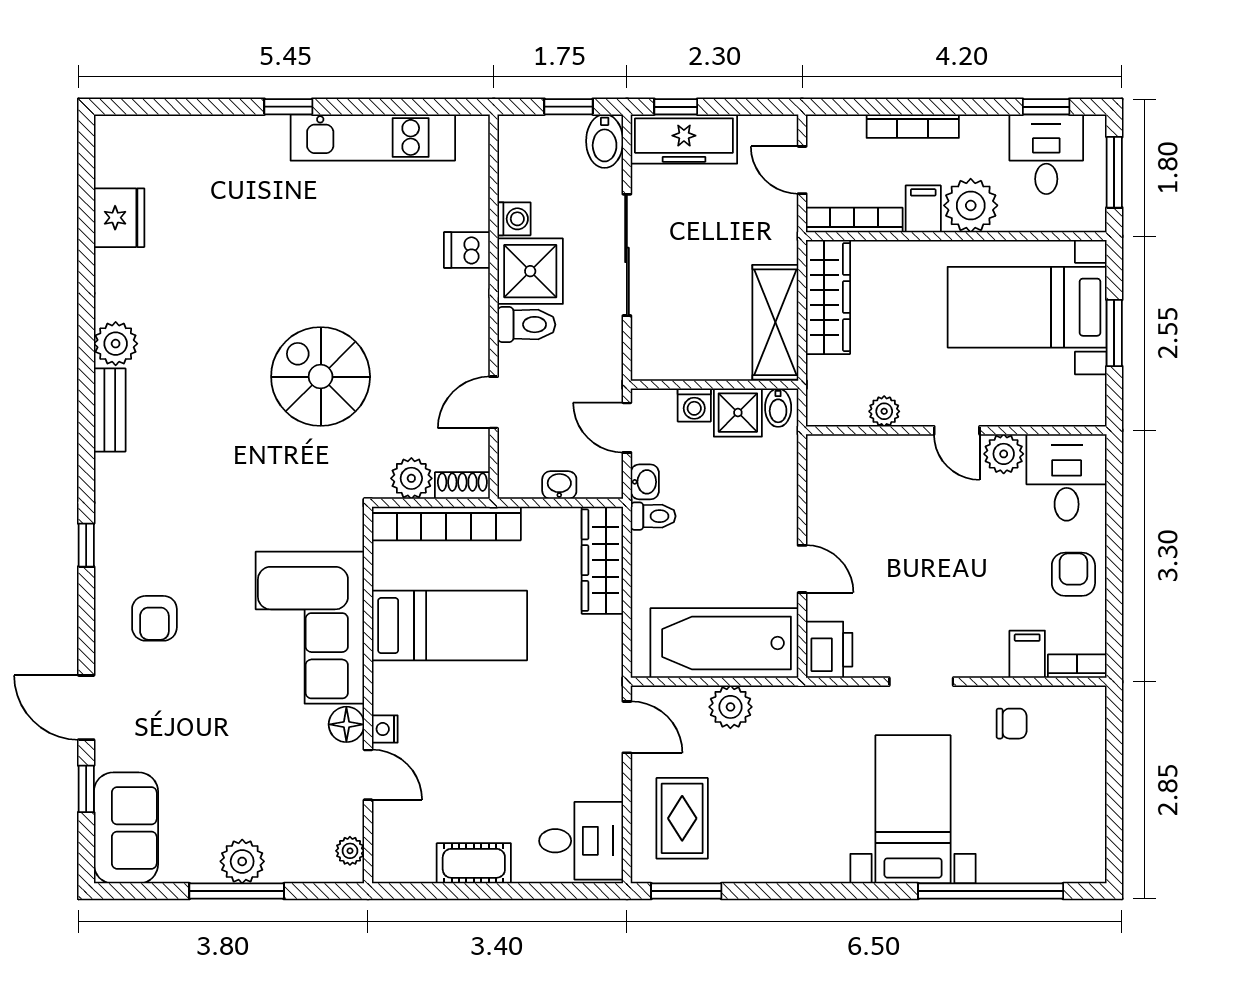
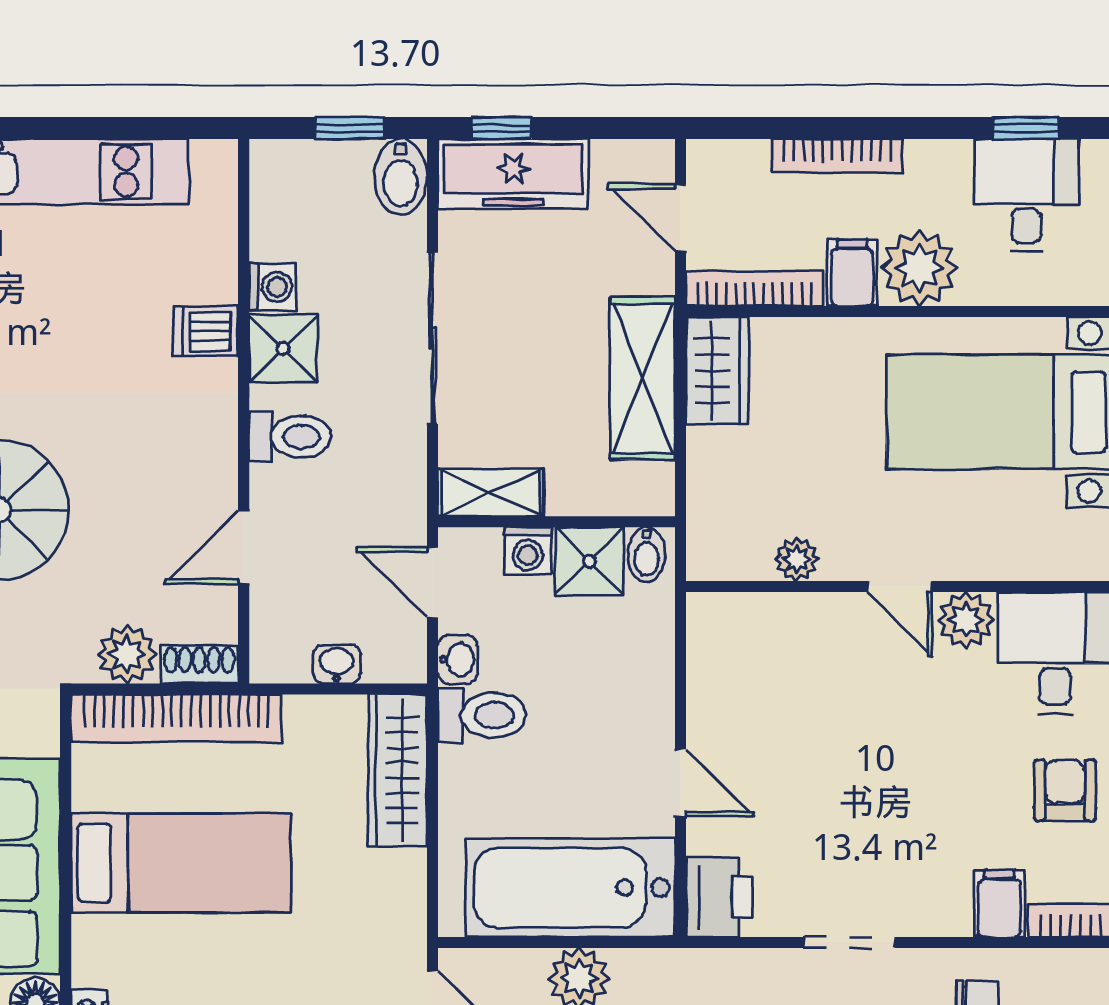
shower: (530, 271) -> (283, 349), width x0.73, depth x0.73
wardrobe: (828, 297) -> (717, 371), width x0.67
shelving: (775, 322) -> (643, 378), moved
shelving: (668, 364) -> (491, 493), added
toilet: (653, 516) -> (482, 715), width x1.37, depth x1.39

